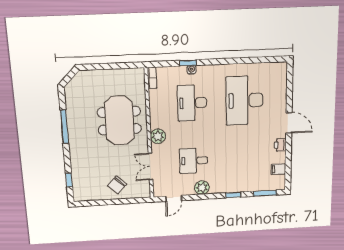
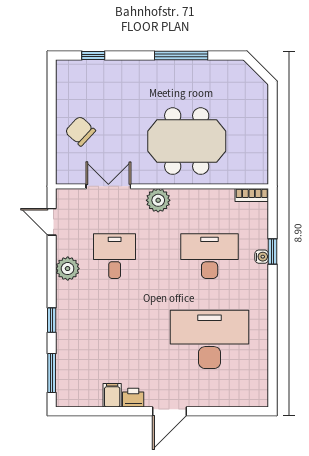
filing cabinet: (278, 169) -> (112, 395), moved

